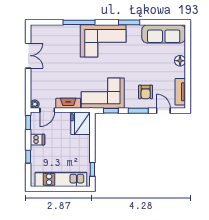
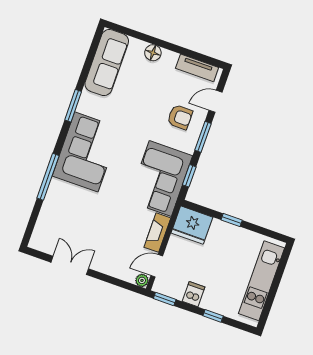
door: (47, 110) -> (157, 266), swing flipped
window: (92, 169) -> (232, 220), moved

